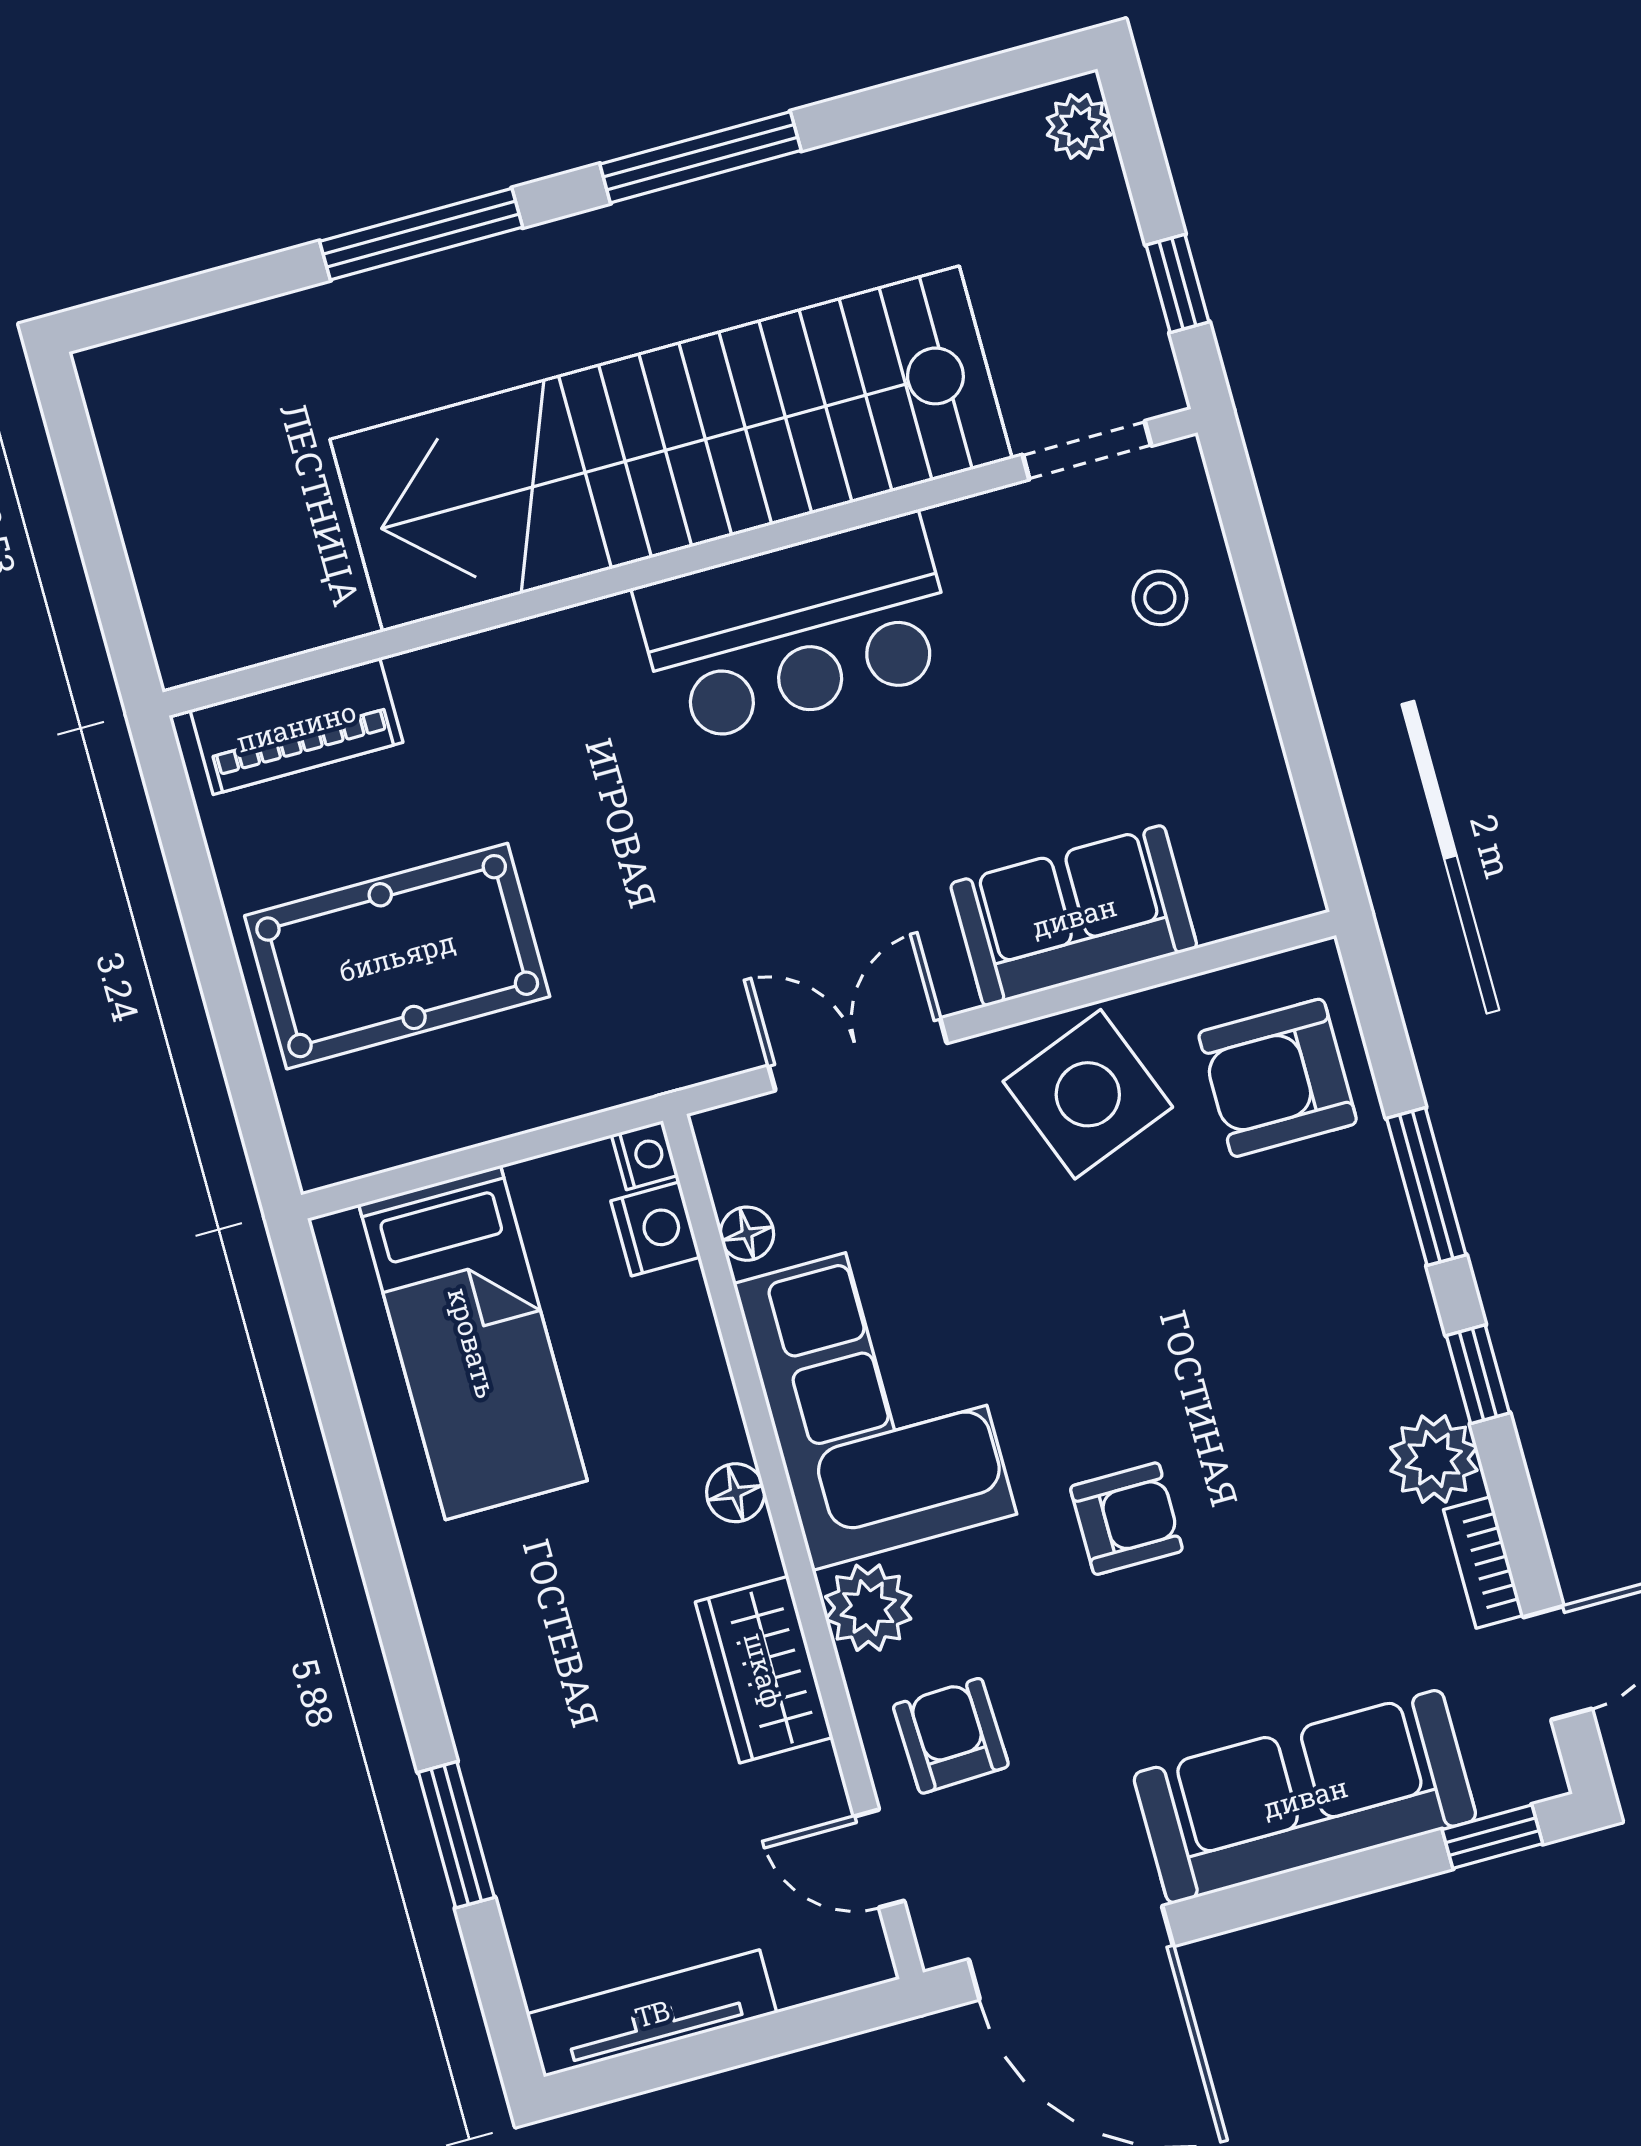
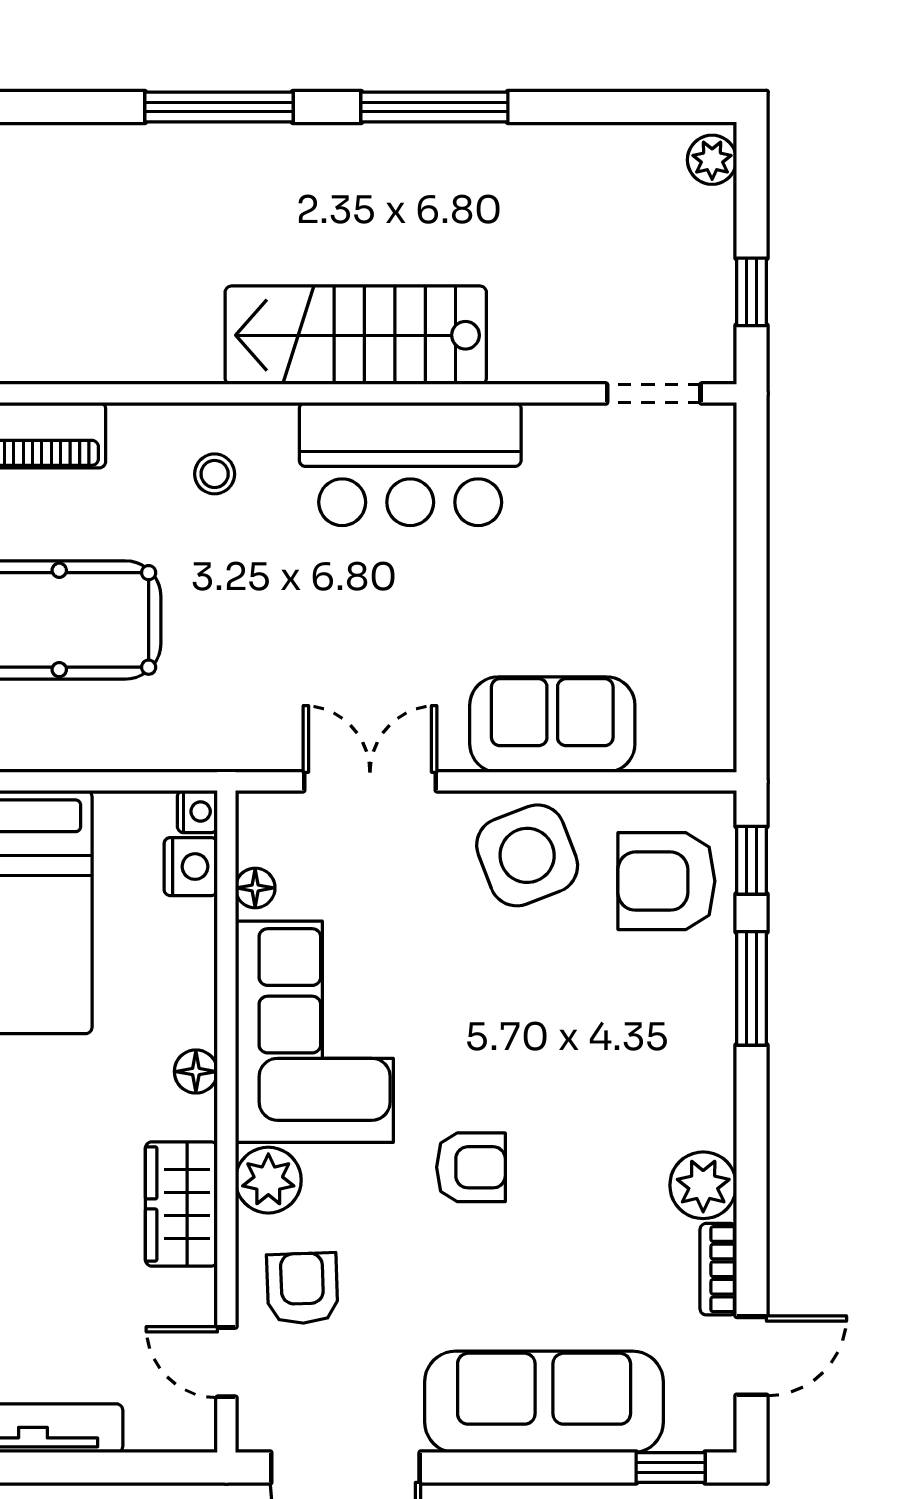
stairs: (671, 449) -> (356, 335), width x0.54, depth x0.66
stool: (1160, 598) -> (215, 474), moved
window: (1478, 1374) -> (752, 860), moved

